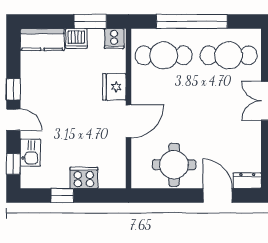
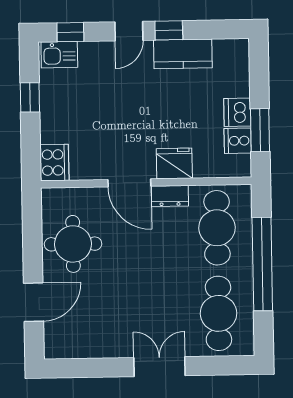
kitchen counter: (42, 39) -> (183, 54), moved, turned -90
cooker: (114, 39) -> (238, 141), moved
kitchen sink: (30, 153) -> (59, 55), moved
cooker: (84, 178) -> (54, 163), moved
dresser: (247, 181) -> (170, 196), moved, turned 90

